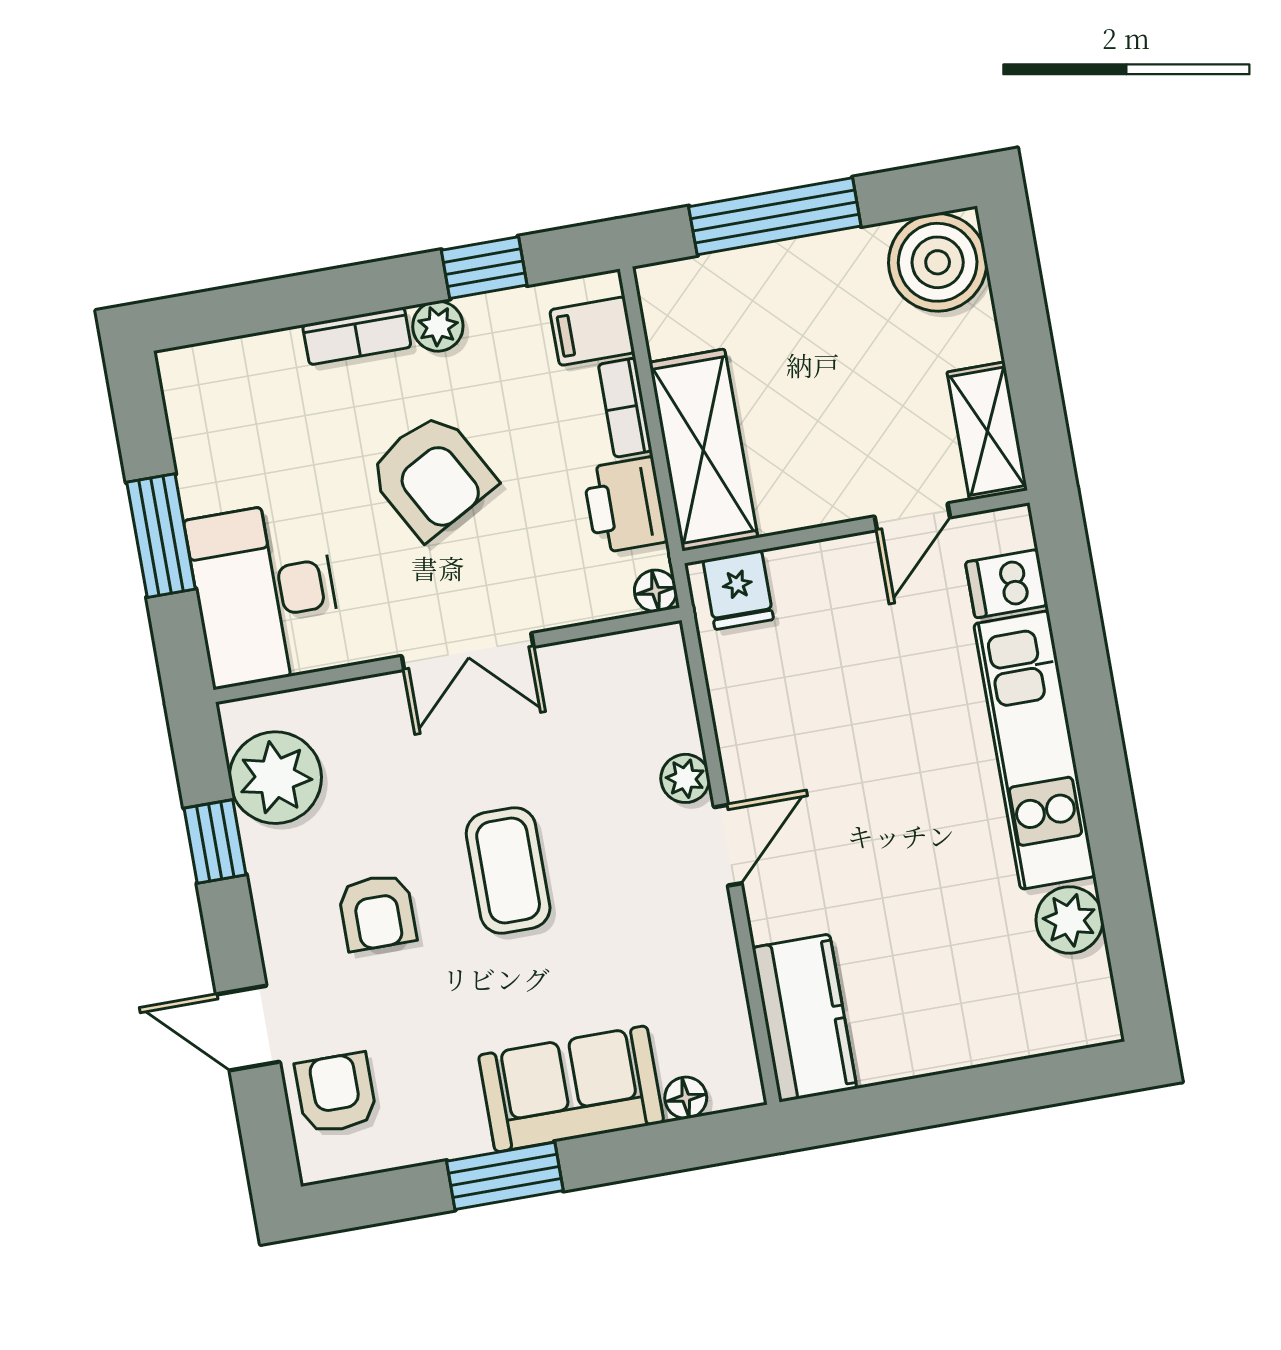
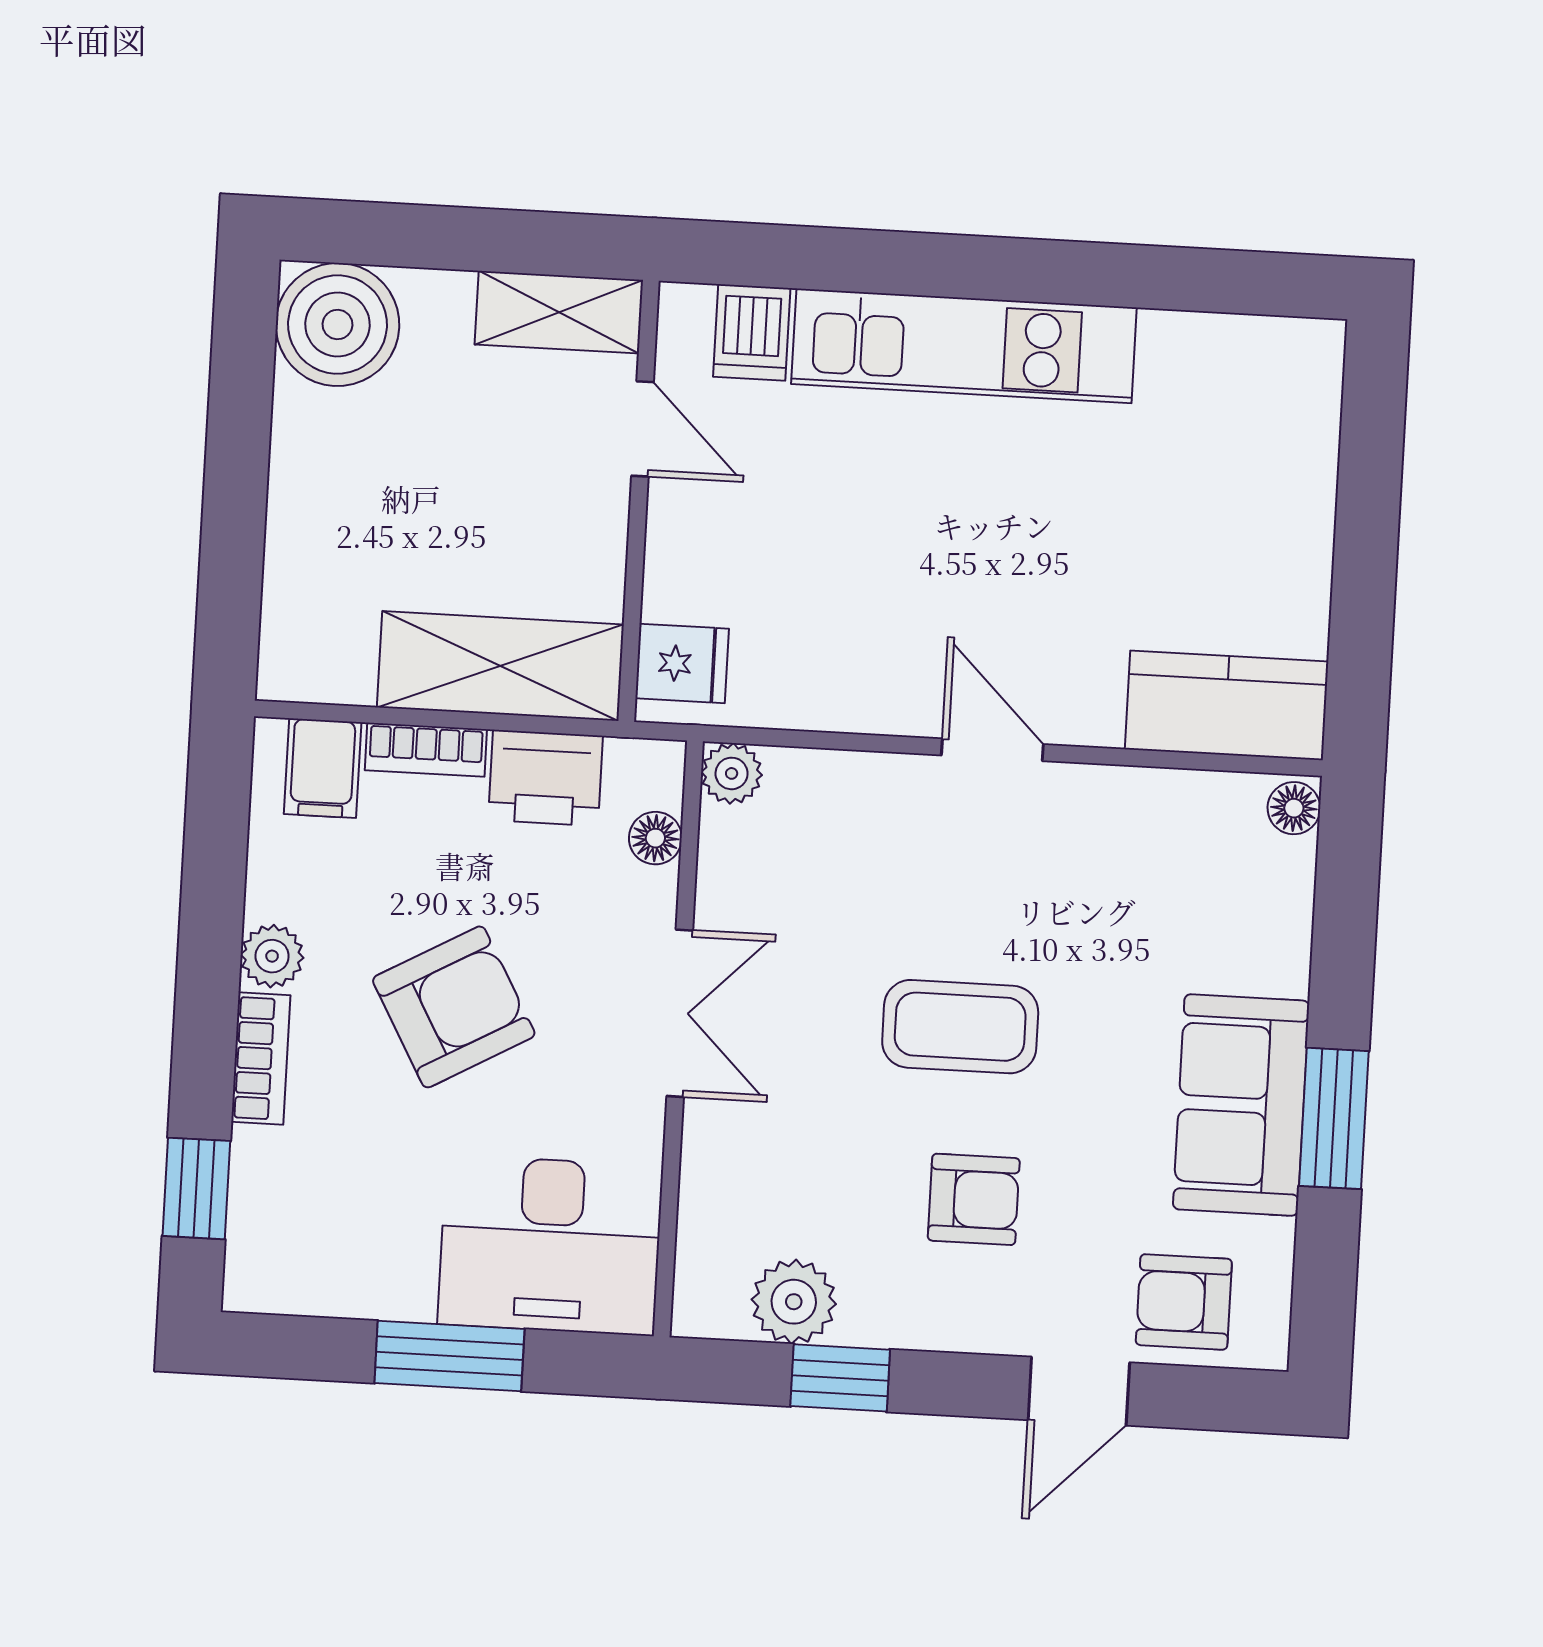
window: (775, 216) -> (234, 511), removed
window: (484, 268) -> (196, 1188), moved
floor lamp: (655, 591) -> (655, 838), moved
plant: (275, 778) -> (794, 1302), width x0.73, depth x0.73
plant: (685, 778) -> (732, 773), moved
plant: (1069, 920) -> (1183, 352), removed
sofa: (571, 1089) -> (1241, 1105), moved
floor lamp: (686, 1098) -> (1294, 808), moved

